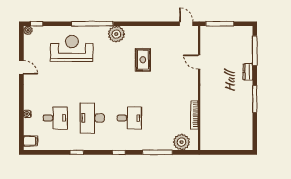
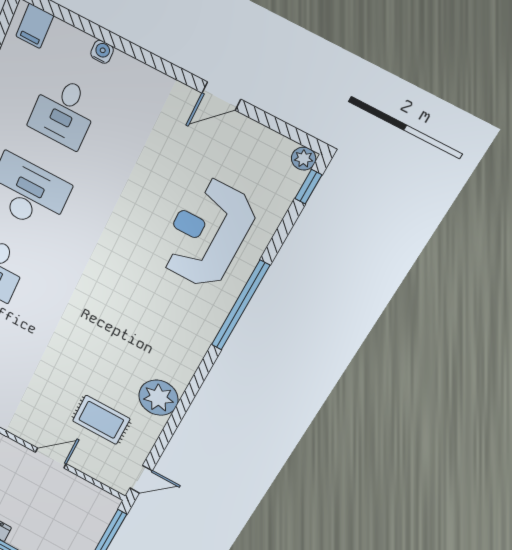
plant: (116, 34) -> (158, 398), moved
reception desk: (72, 48) -> (207, 233), turned 180
rug: (143, 60) -> (101, 420), moved

